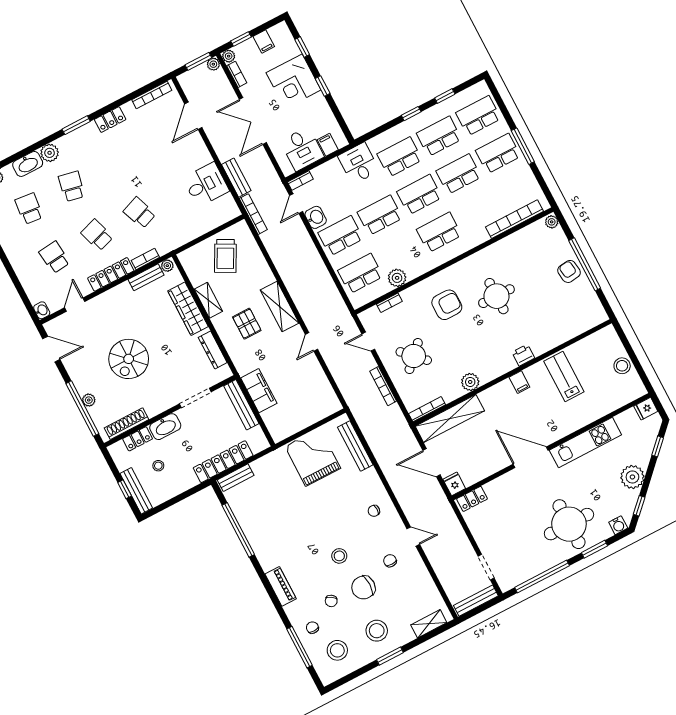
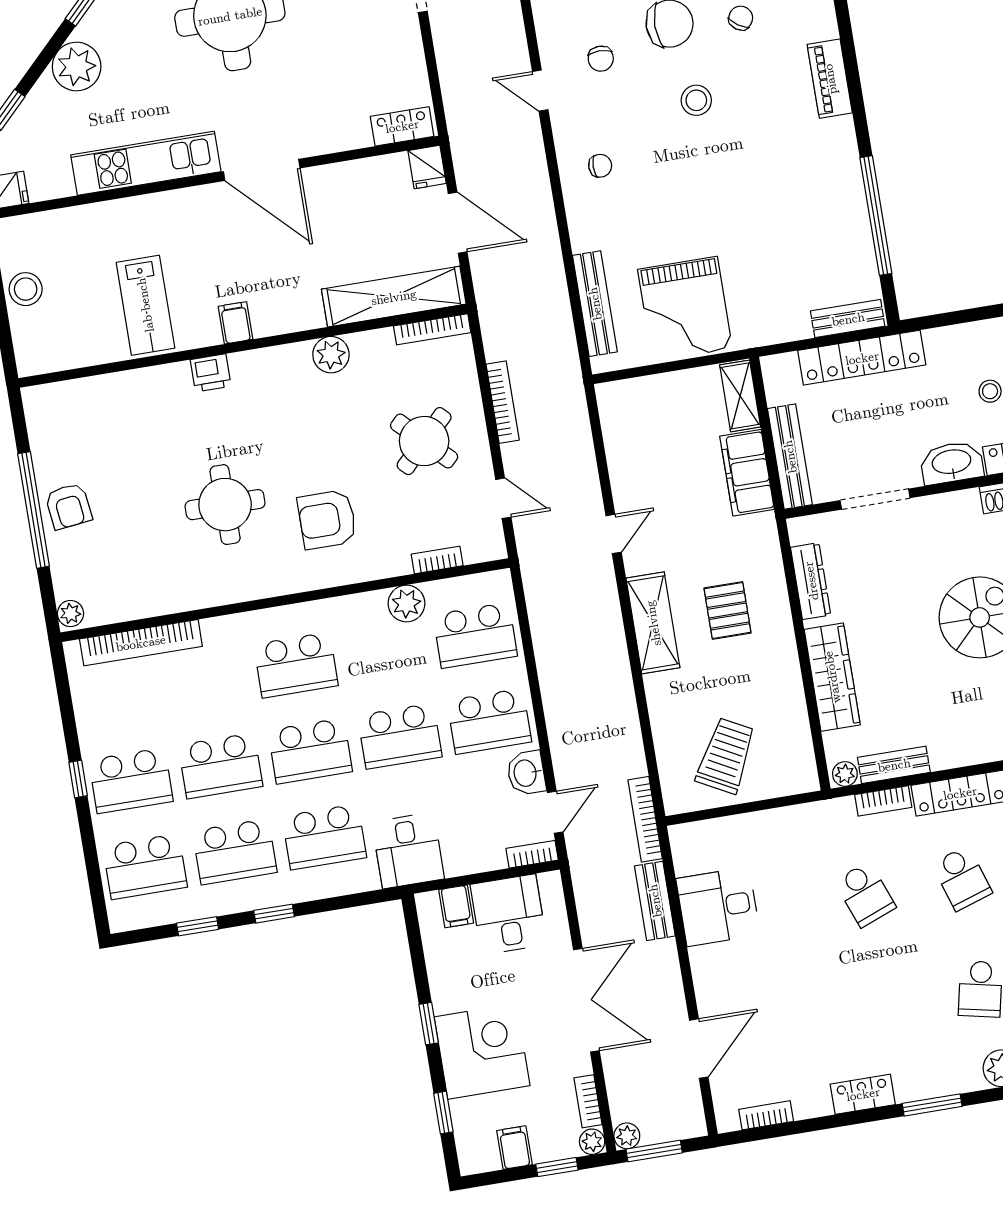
bookcase: (152, 95) -> (766, 1115), width x0.64
window: (523, 146) -> (78, 779), width x0.46
shelving: (208, 300) -> (740, 396), moved

